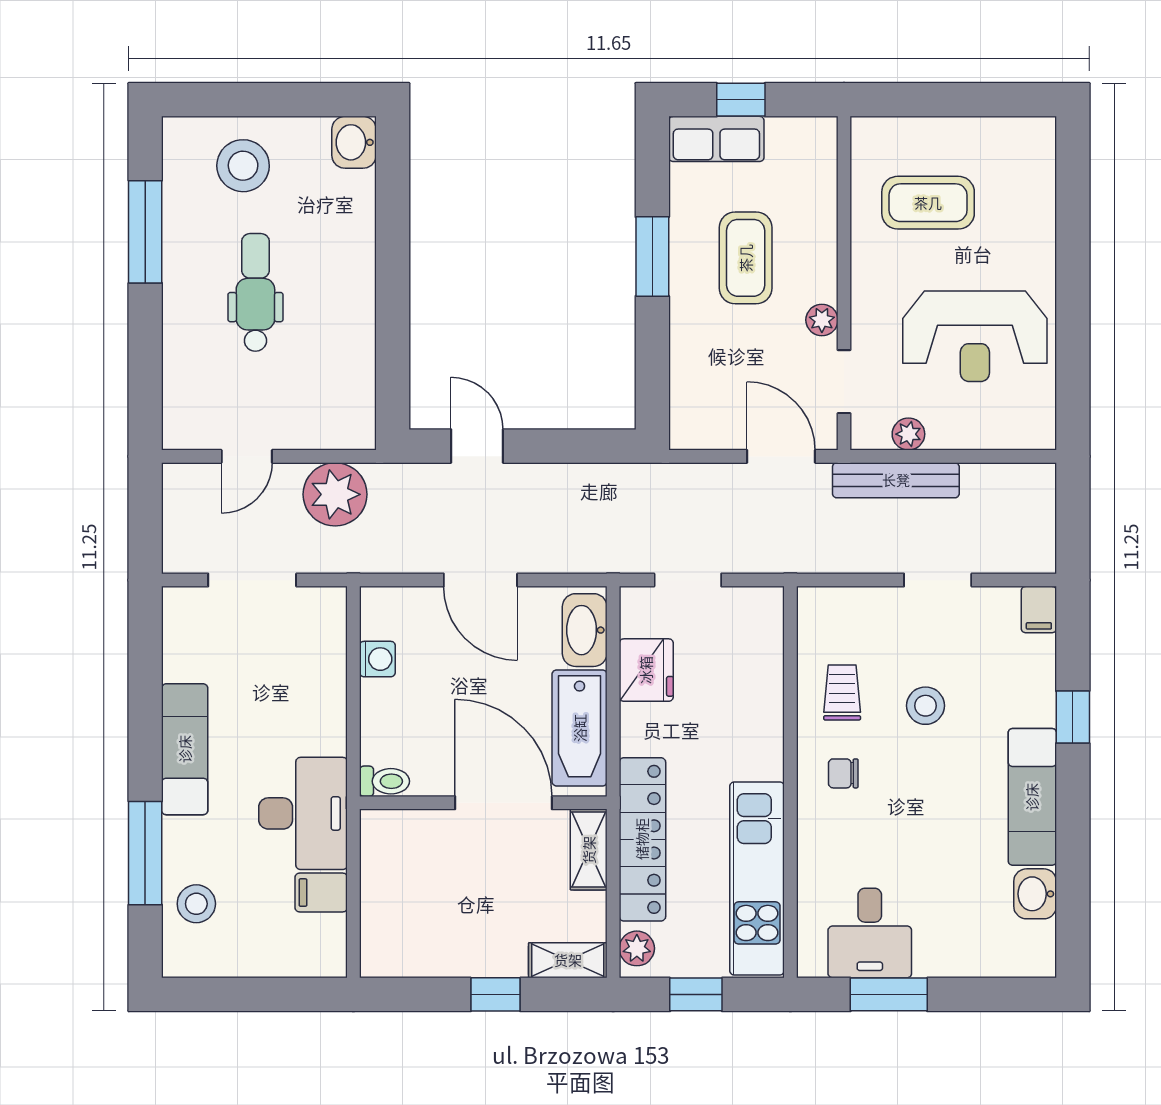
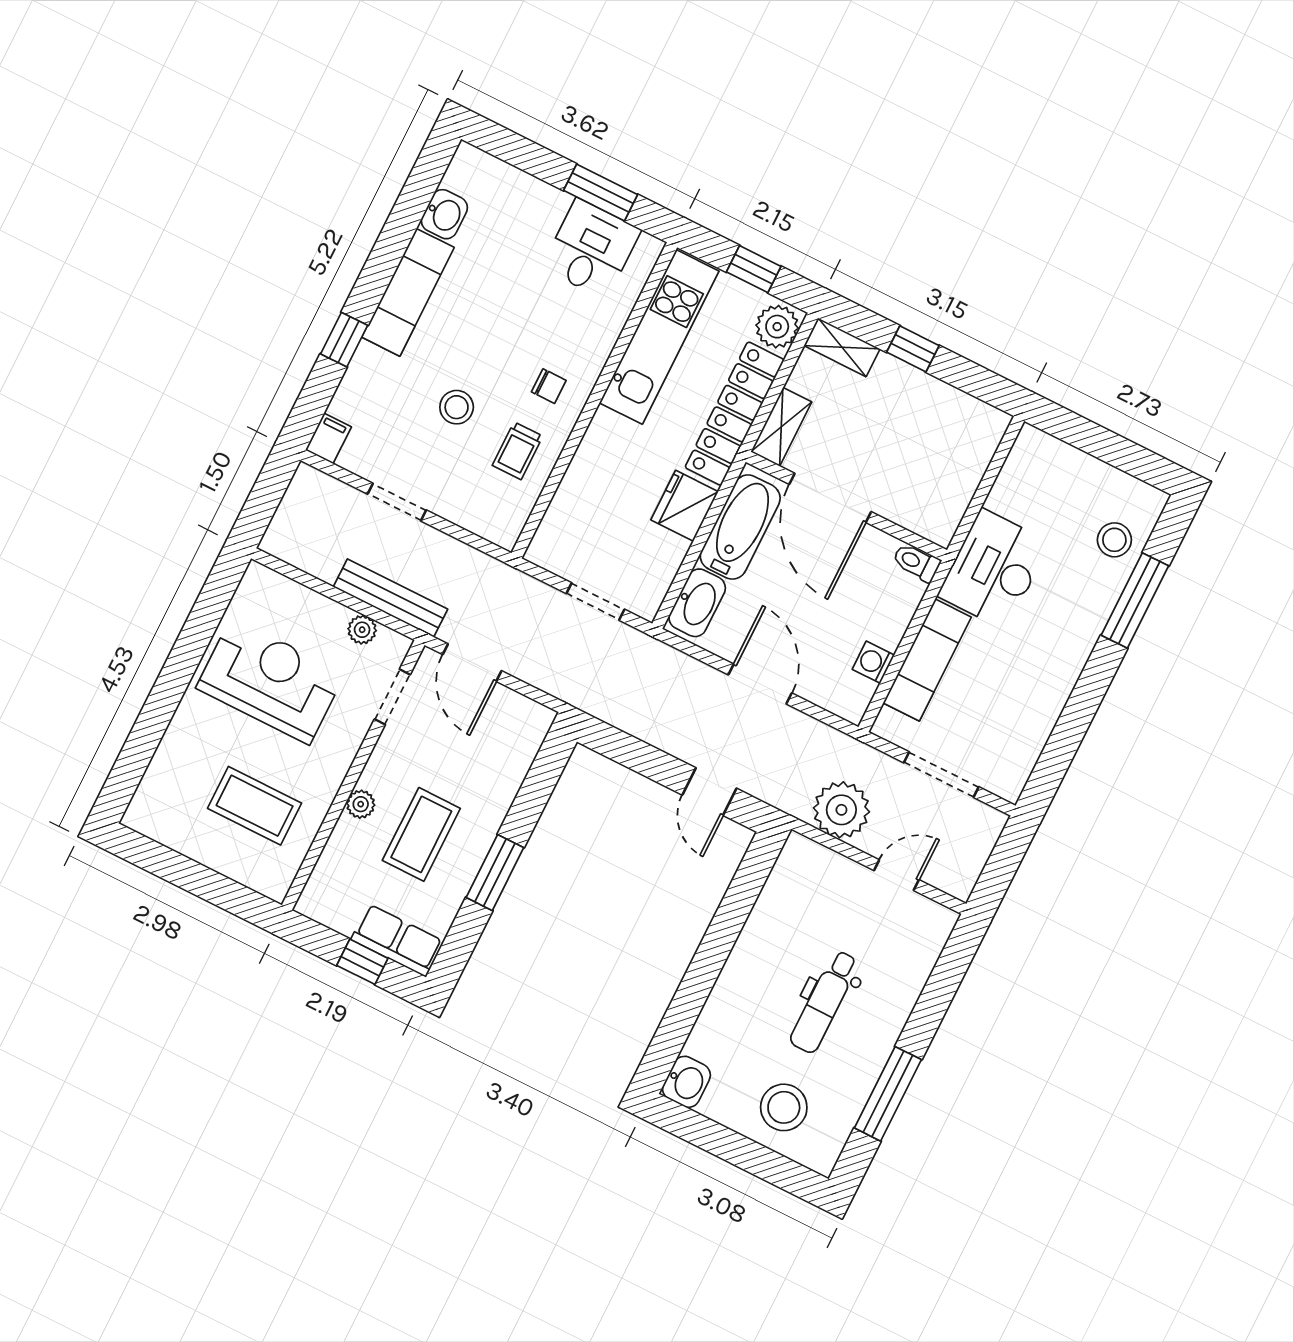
plant: (822, 320) -> (361, 804), moved
fridge: (646, 670) -> (685, 506), moved
exam couch: (185, 749) -> (927, 660), moved, turned 180
filing cabinet: (321, 893) -> (1011, 499), removed
plant: (637, 948) -> (777, 327), width x1.38, depth x1.38

